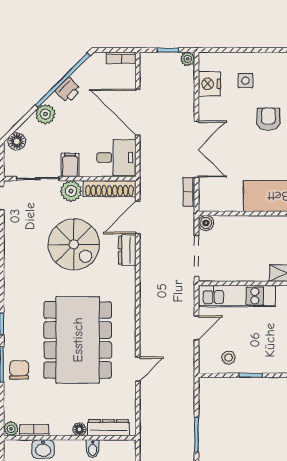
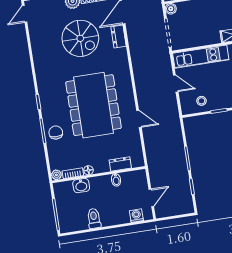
door: (196, 328) -> (176, 83), hinge flipped
door: (138, 369) -> (139, 119), hinge flipped
dresser: (108, 428) -> (120, 164), width x0.70
floor lamp: (79, 429) -> (88, 170), moved

